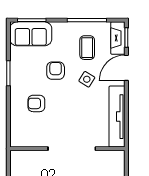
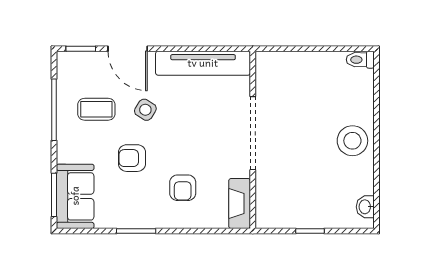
fireplace: (118, 38) -> (240, 204), moved, turned 90

